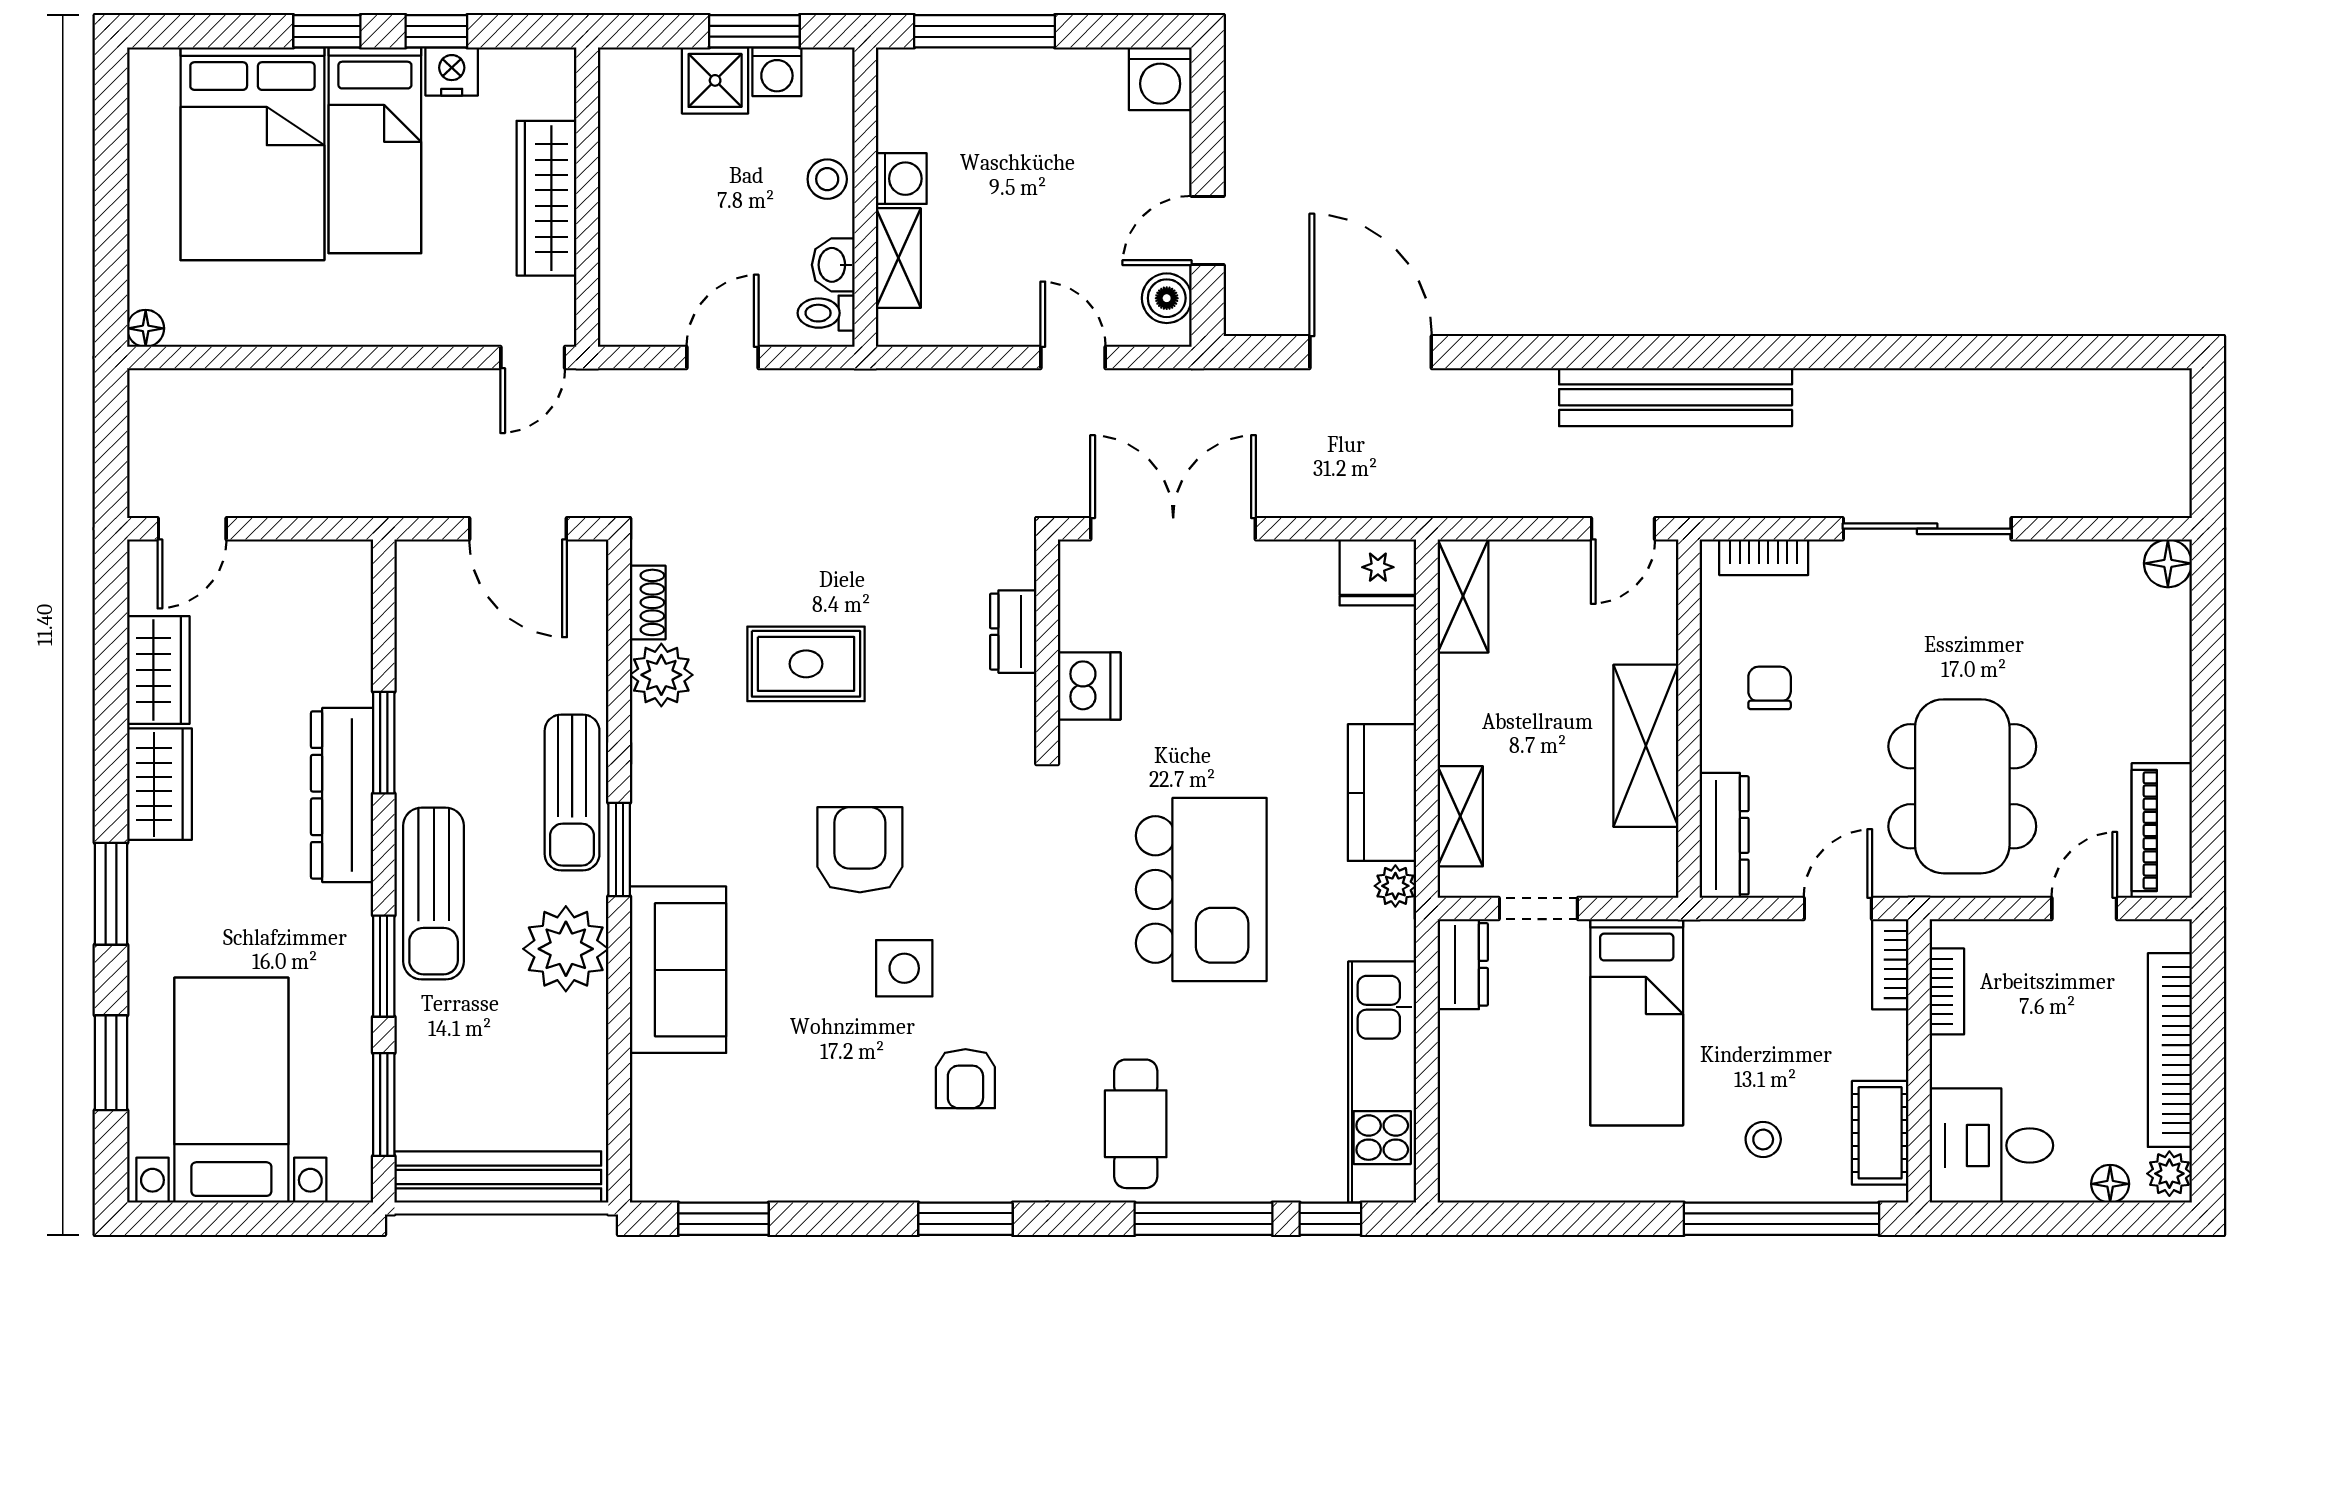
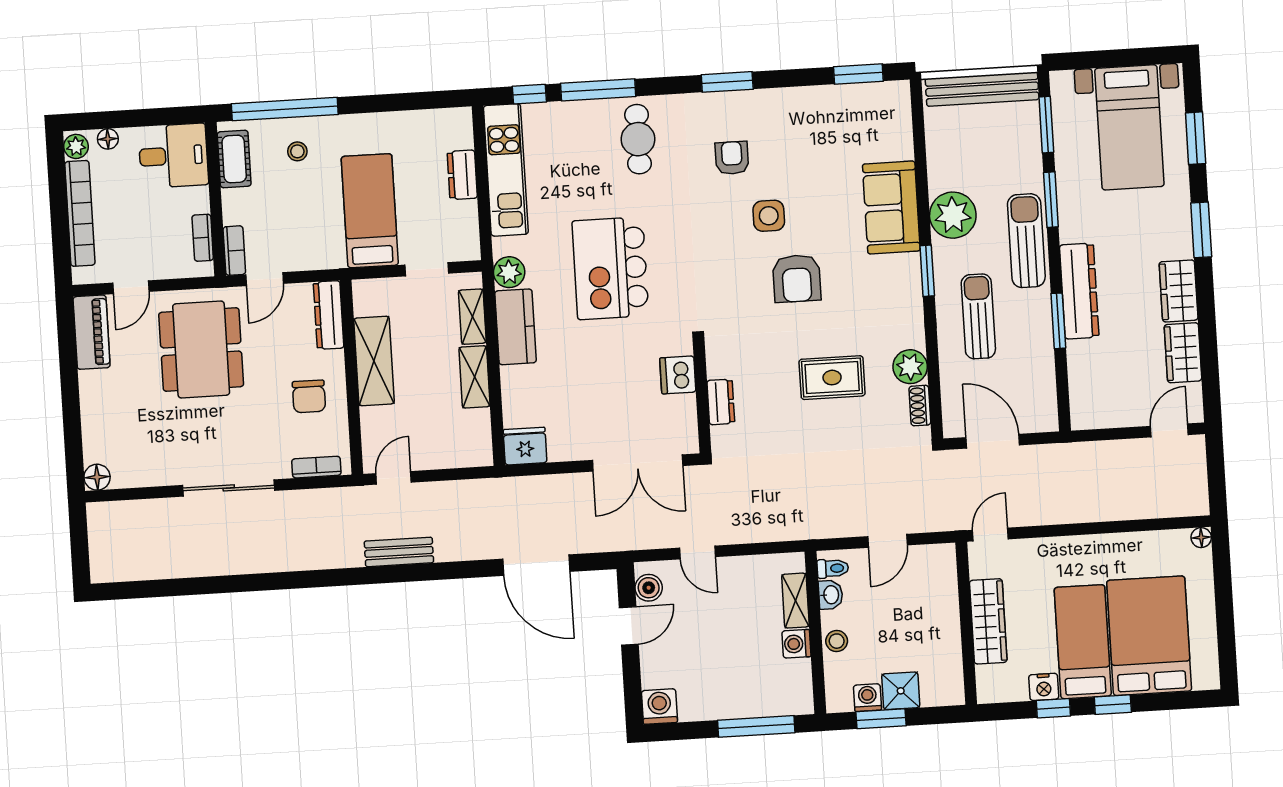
bench: (1676, 397) -> (399, 552), width x0.54, depth x0.82
shelving: (1463, 596) -> (474, 377), moved
chair: (1770, 688) -> (309, 396), width x1.37, depth x1.37
sun lounger: (572, 792) -> (978, 316), moved
plant: (1395, 886) -> (509, 272), width x1.38, depth x1.38
dresser: (1463, 964) -> (462, 175), moved

